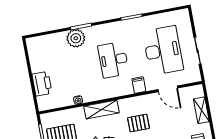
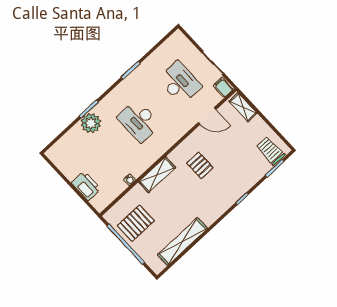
desk: (163, 50) -> (180, 83), width x0.73, depth x0.77
filing cabinet: (139, 85) -> (223, 87), moved
shelving: (201, 110) -> (243, 107), moved
pallet: (139, 123) -> (200, 165), turned 90

